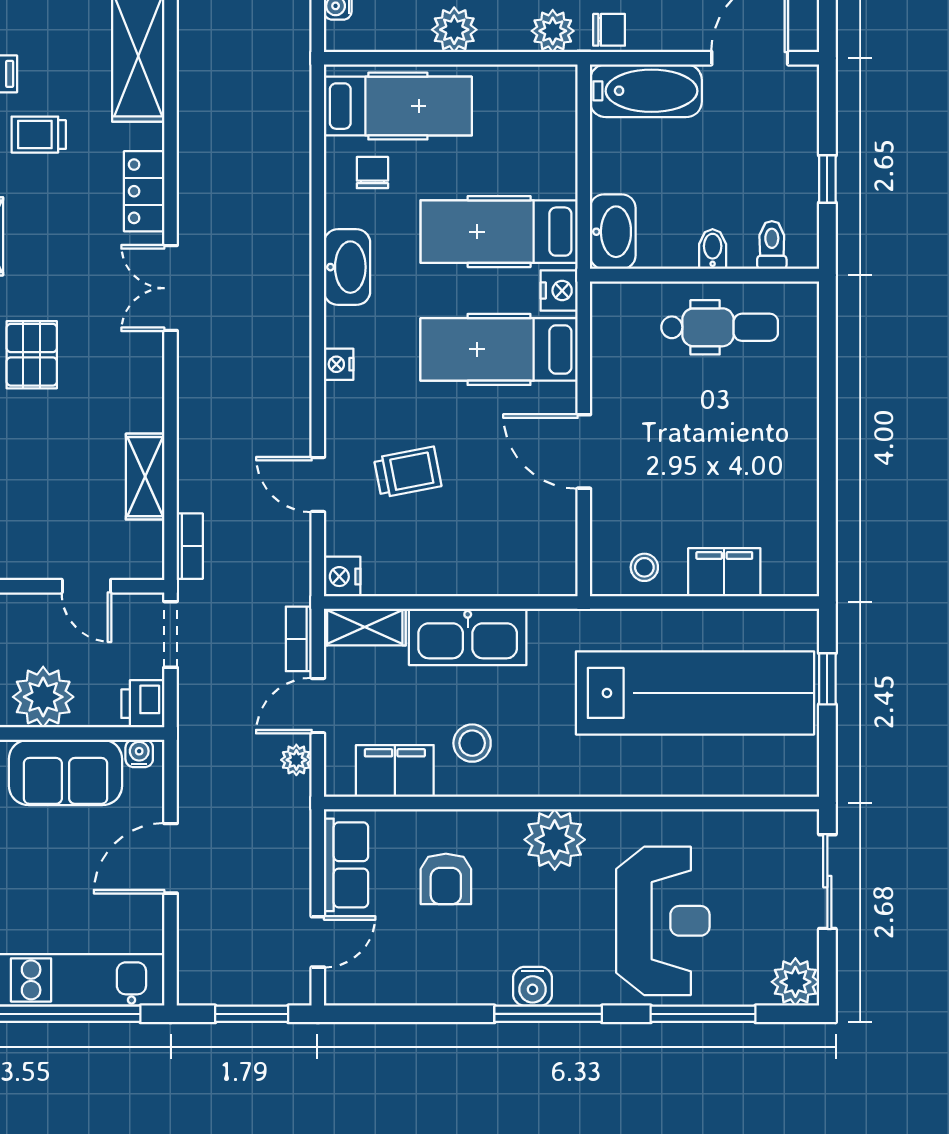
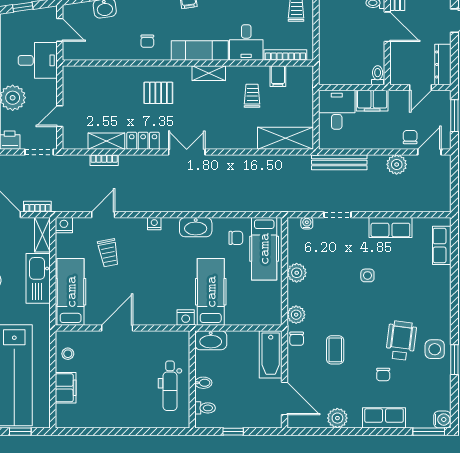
locker: (144, 191) -> (143, 141), moved
hospital bed: (499, 349) -> (71, 292), moved
bookcase: (190, 546) -> (104, 160), moved

